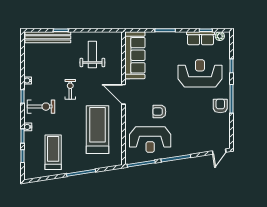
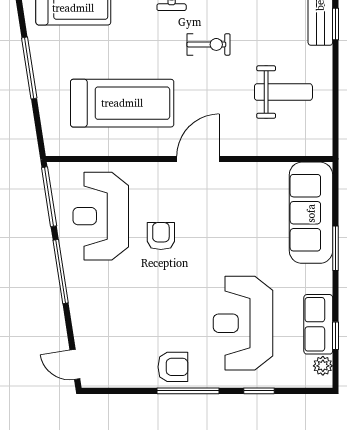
sofa: (135, 55) -> (311, 213), moved, turned 90
reception desk: (200, 73) -> (243, 323), turned 180

